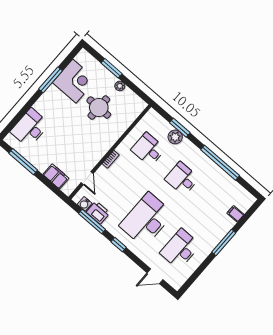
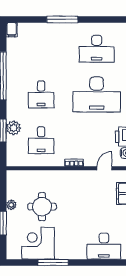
filing cabinet: (235, 214) -> (12, 30), moved

